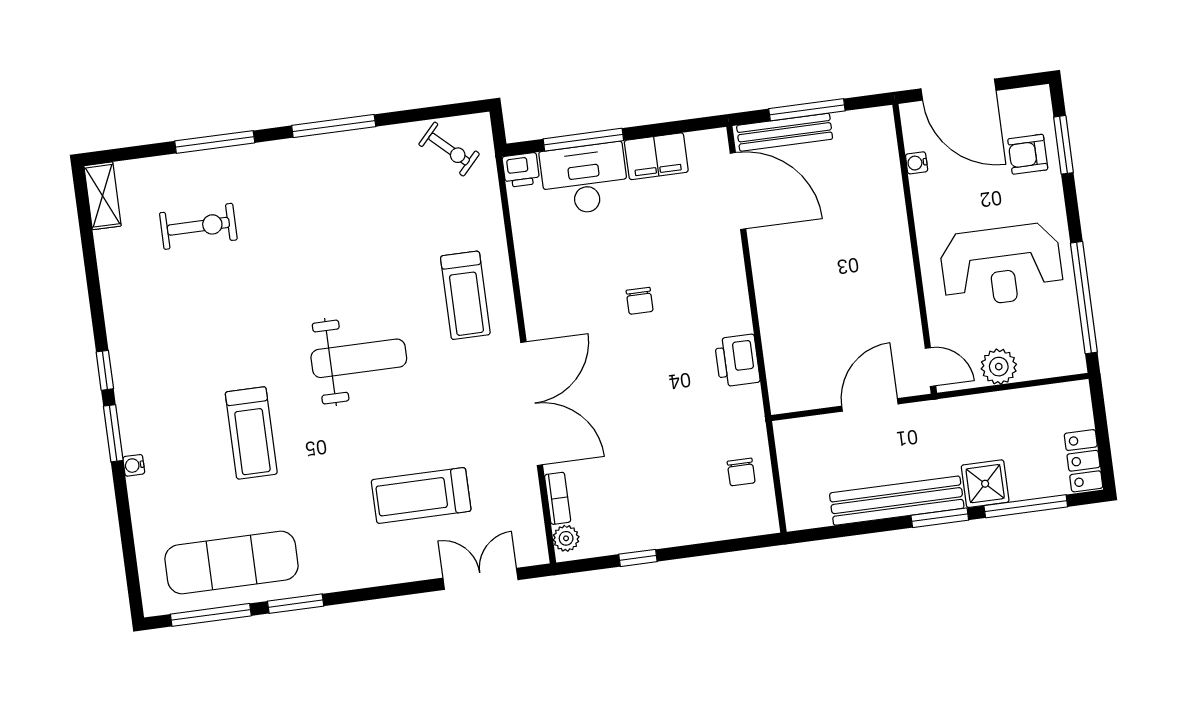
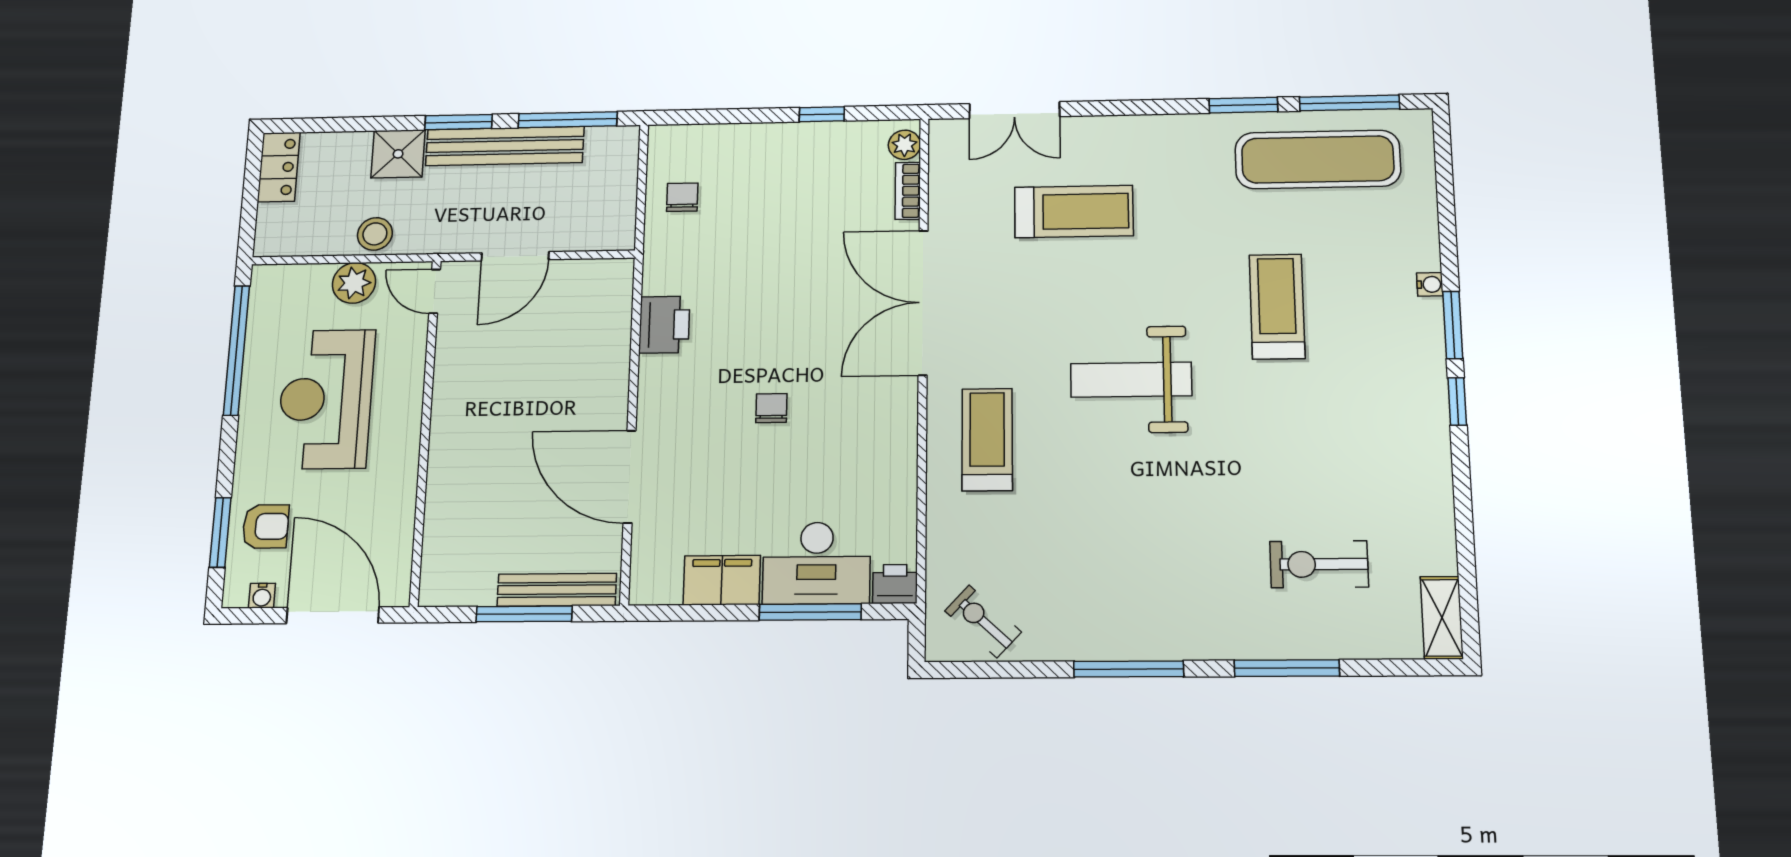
water cooler: (917, 163) -> (262, 596), moved, turned 90
door: (738, 191) -> (630, 477), moved
reception desk: (1001, 265) -> (326, 399), turned -90
stool: (990, 411) -> (375, 234), added
window: (1026, 506) -> (568, 120), moved

